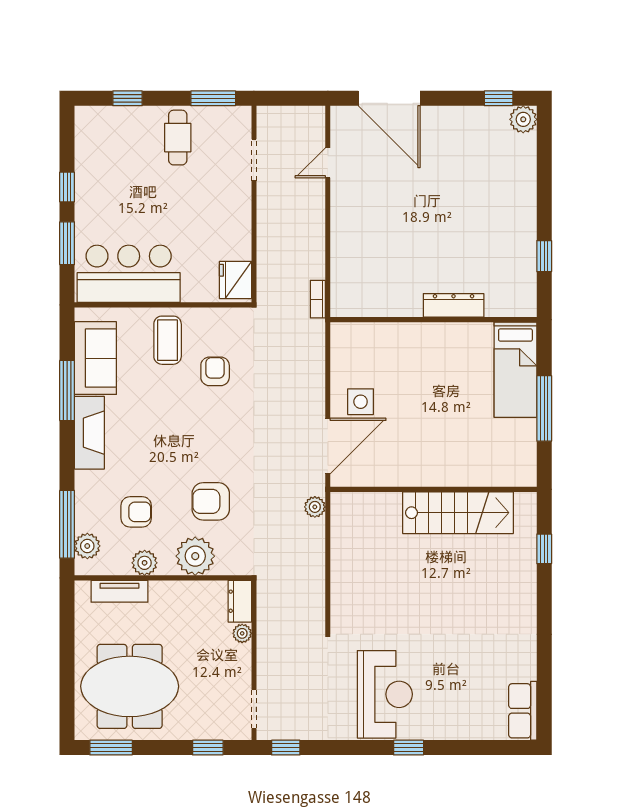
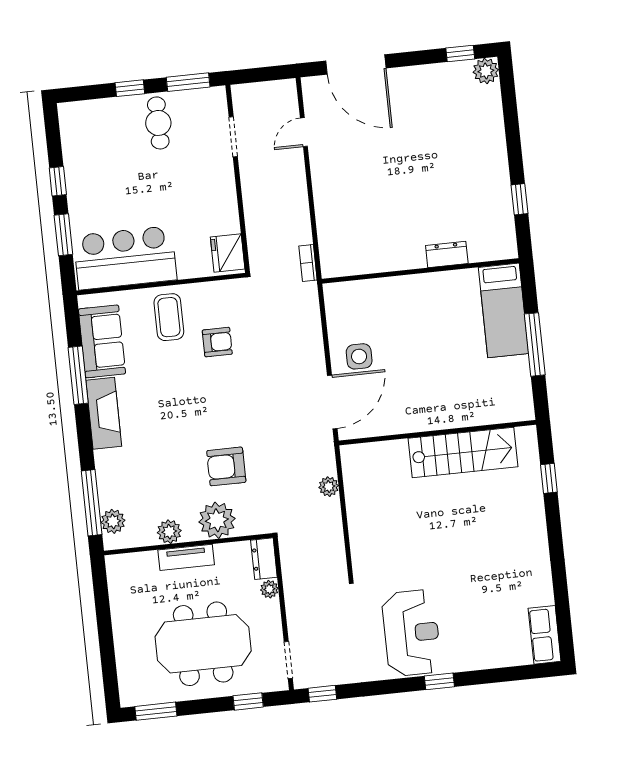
window: (127, 98) -> (130, 88), moved
dresser: (454, 305) -> (447, 254), width x0.70
armchair: (215, 371) -> (217, 342), turned 90
plant: (315, 507) -> (329, 487), moved
armchair: (136, 512) -> (156, 484), removed
tv unit: (119, 591) -> (186, 557), moved
meeting table: (130, 686) -> (203, 644), moved

